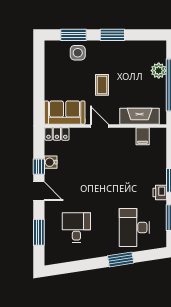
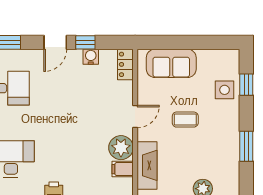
window: (73, 35) -> (246, 85), width x0.67
window: (112, 35) -> (246, 146), moved
sofa: (65, 113) -> (171, 63), moved, turned 90
plant: (125, 138) -> (121, 148), added

